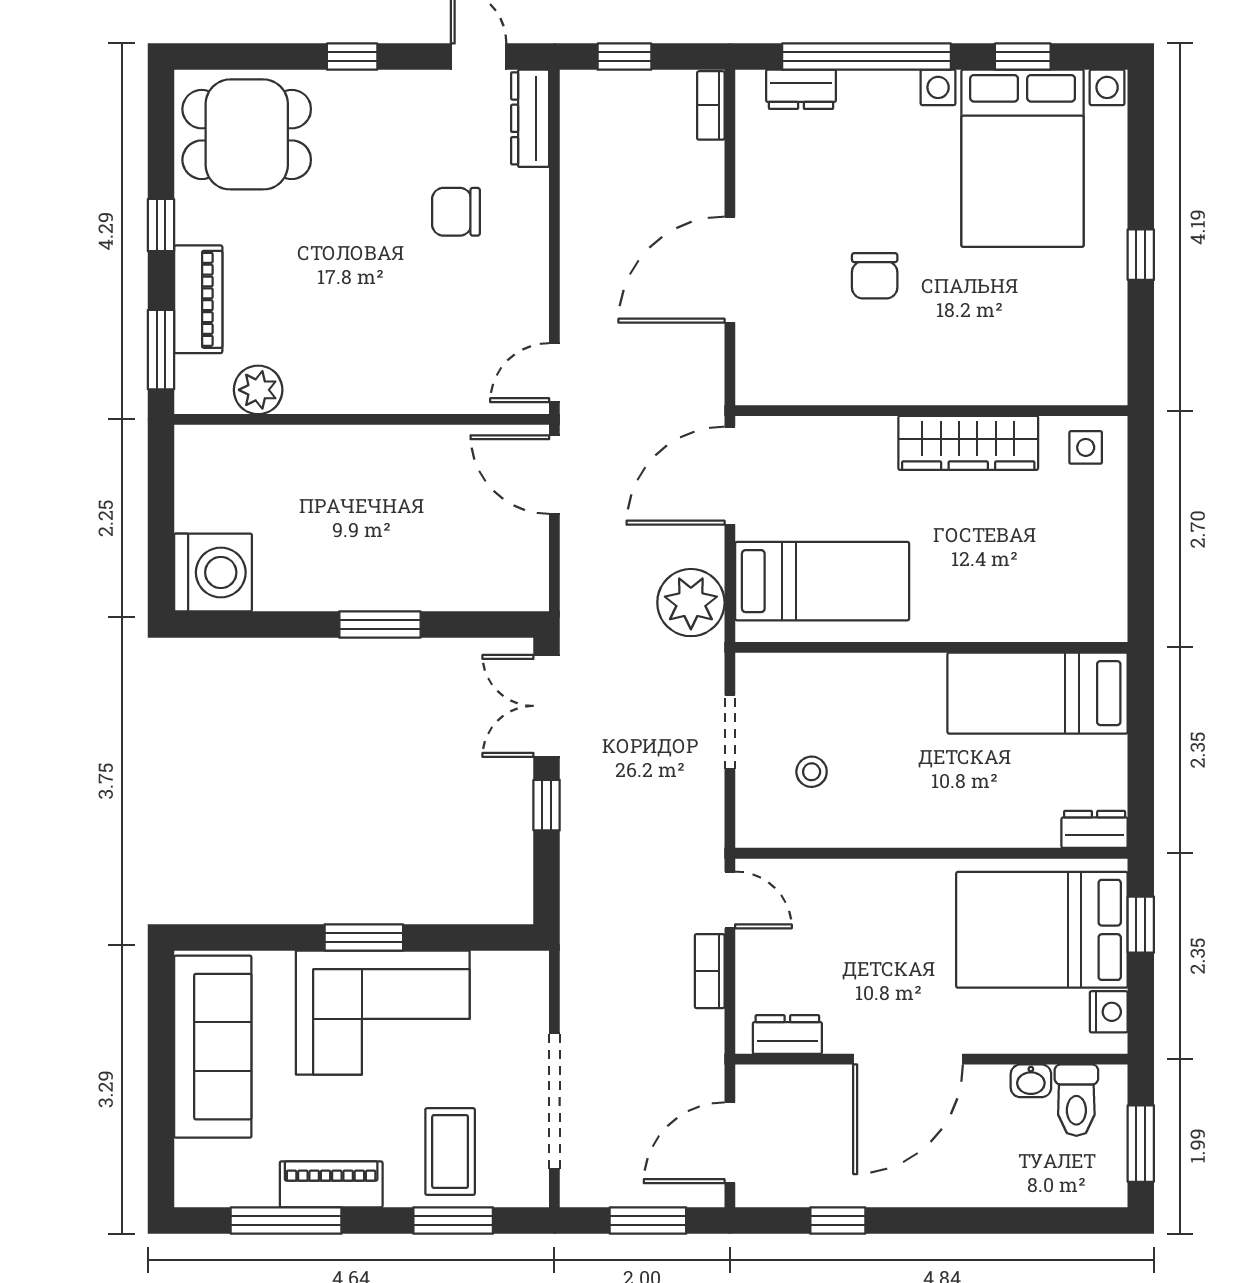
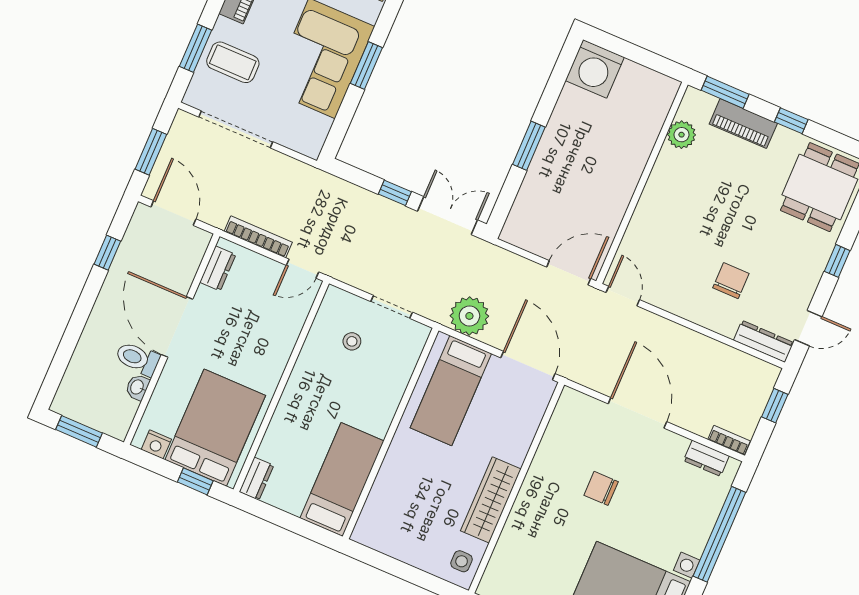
dresser: (801, 89) -> (706, 458), moved, turned -90
bookcase: (710, 971) -> (258, 237), width x1.56
toilet: (1076, 1100) -> (138, 359), moved

